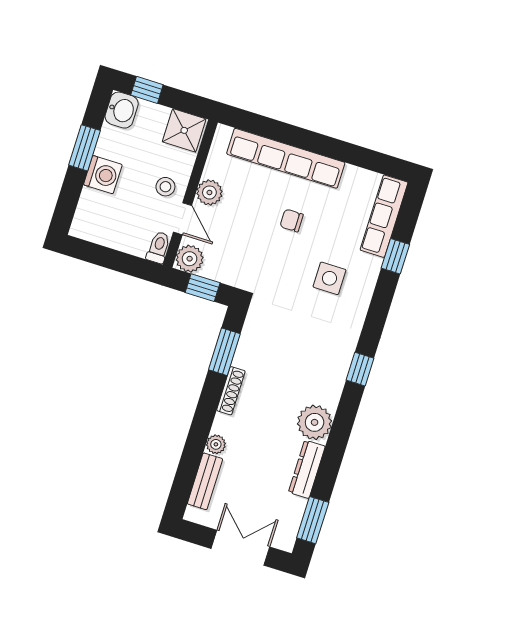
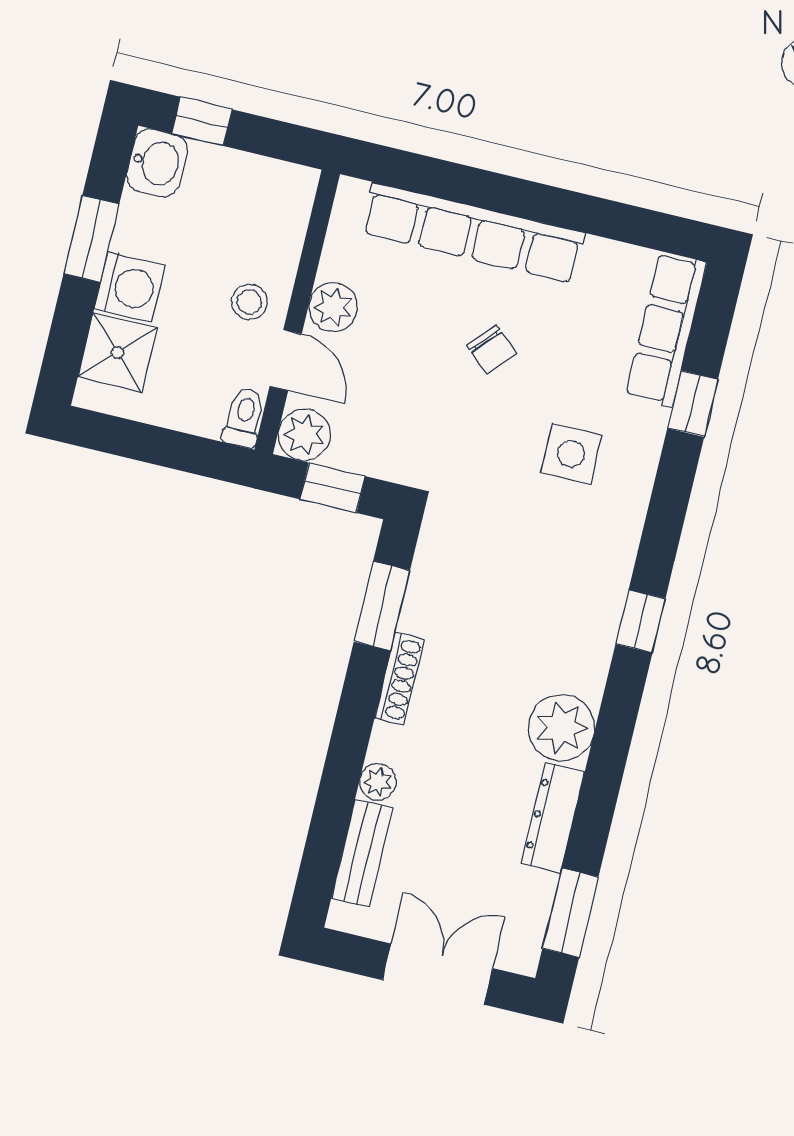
shower: (184, 130) -> (118, 353), moved
chair: (292, 220) -> (492, 349), turned -138

